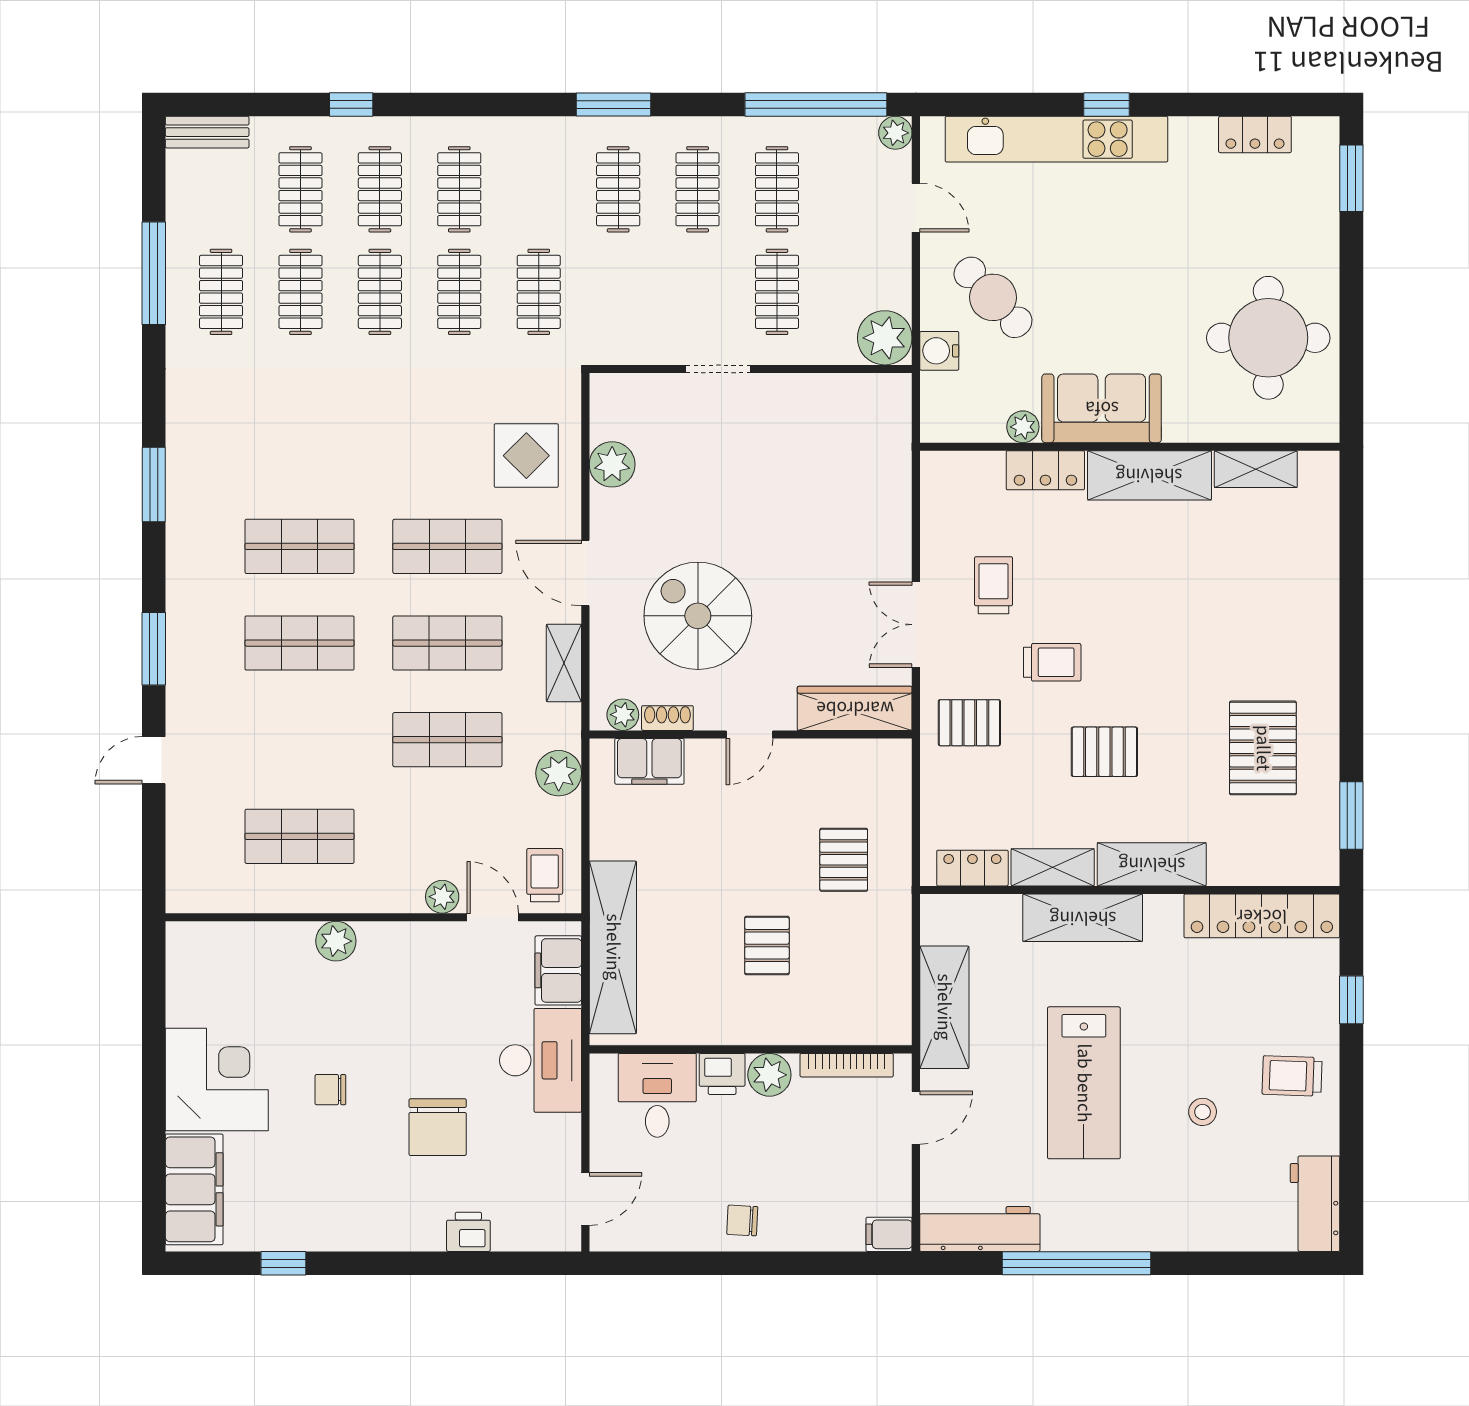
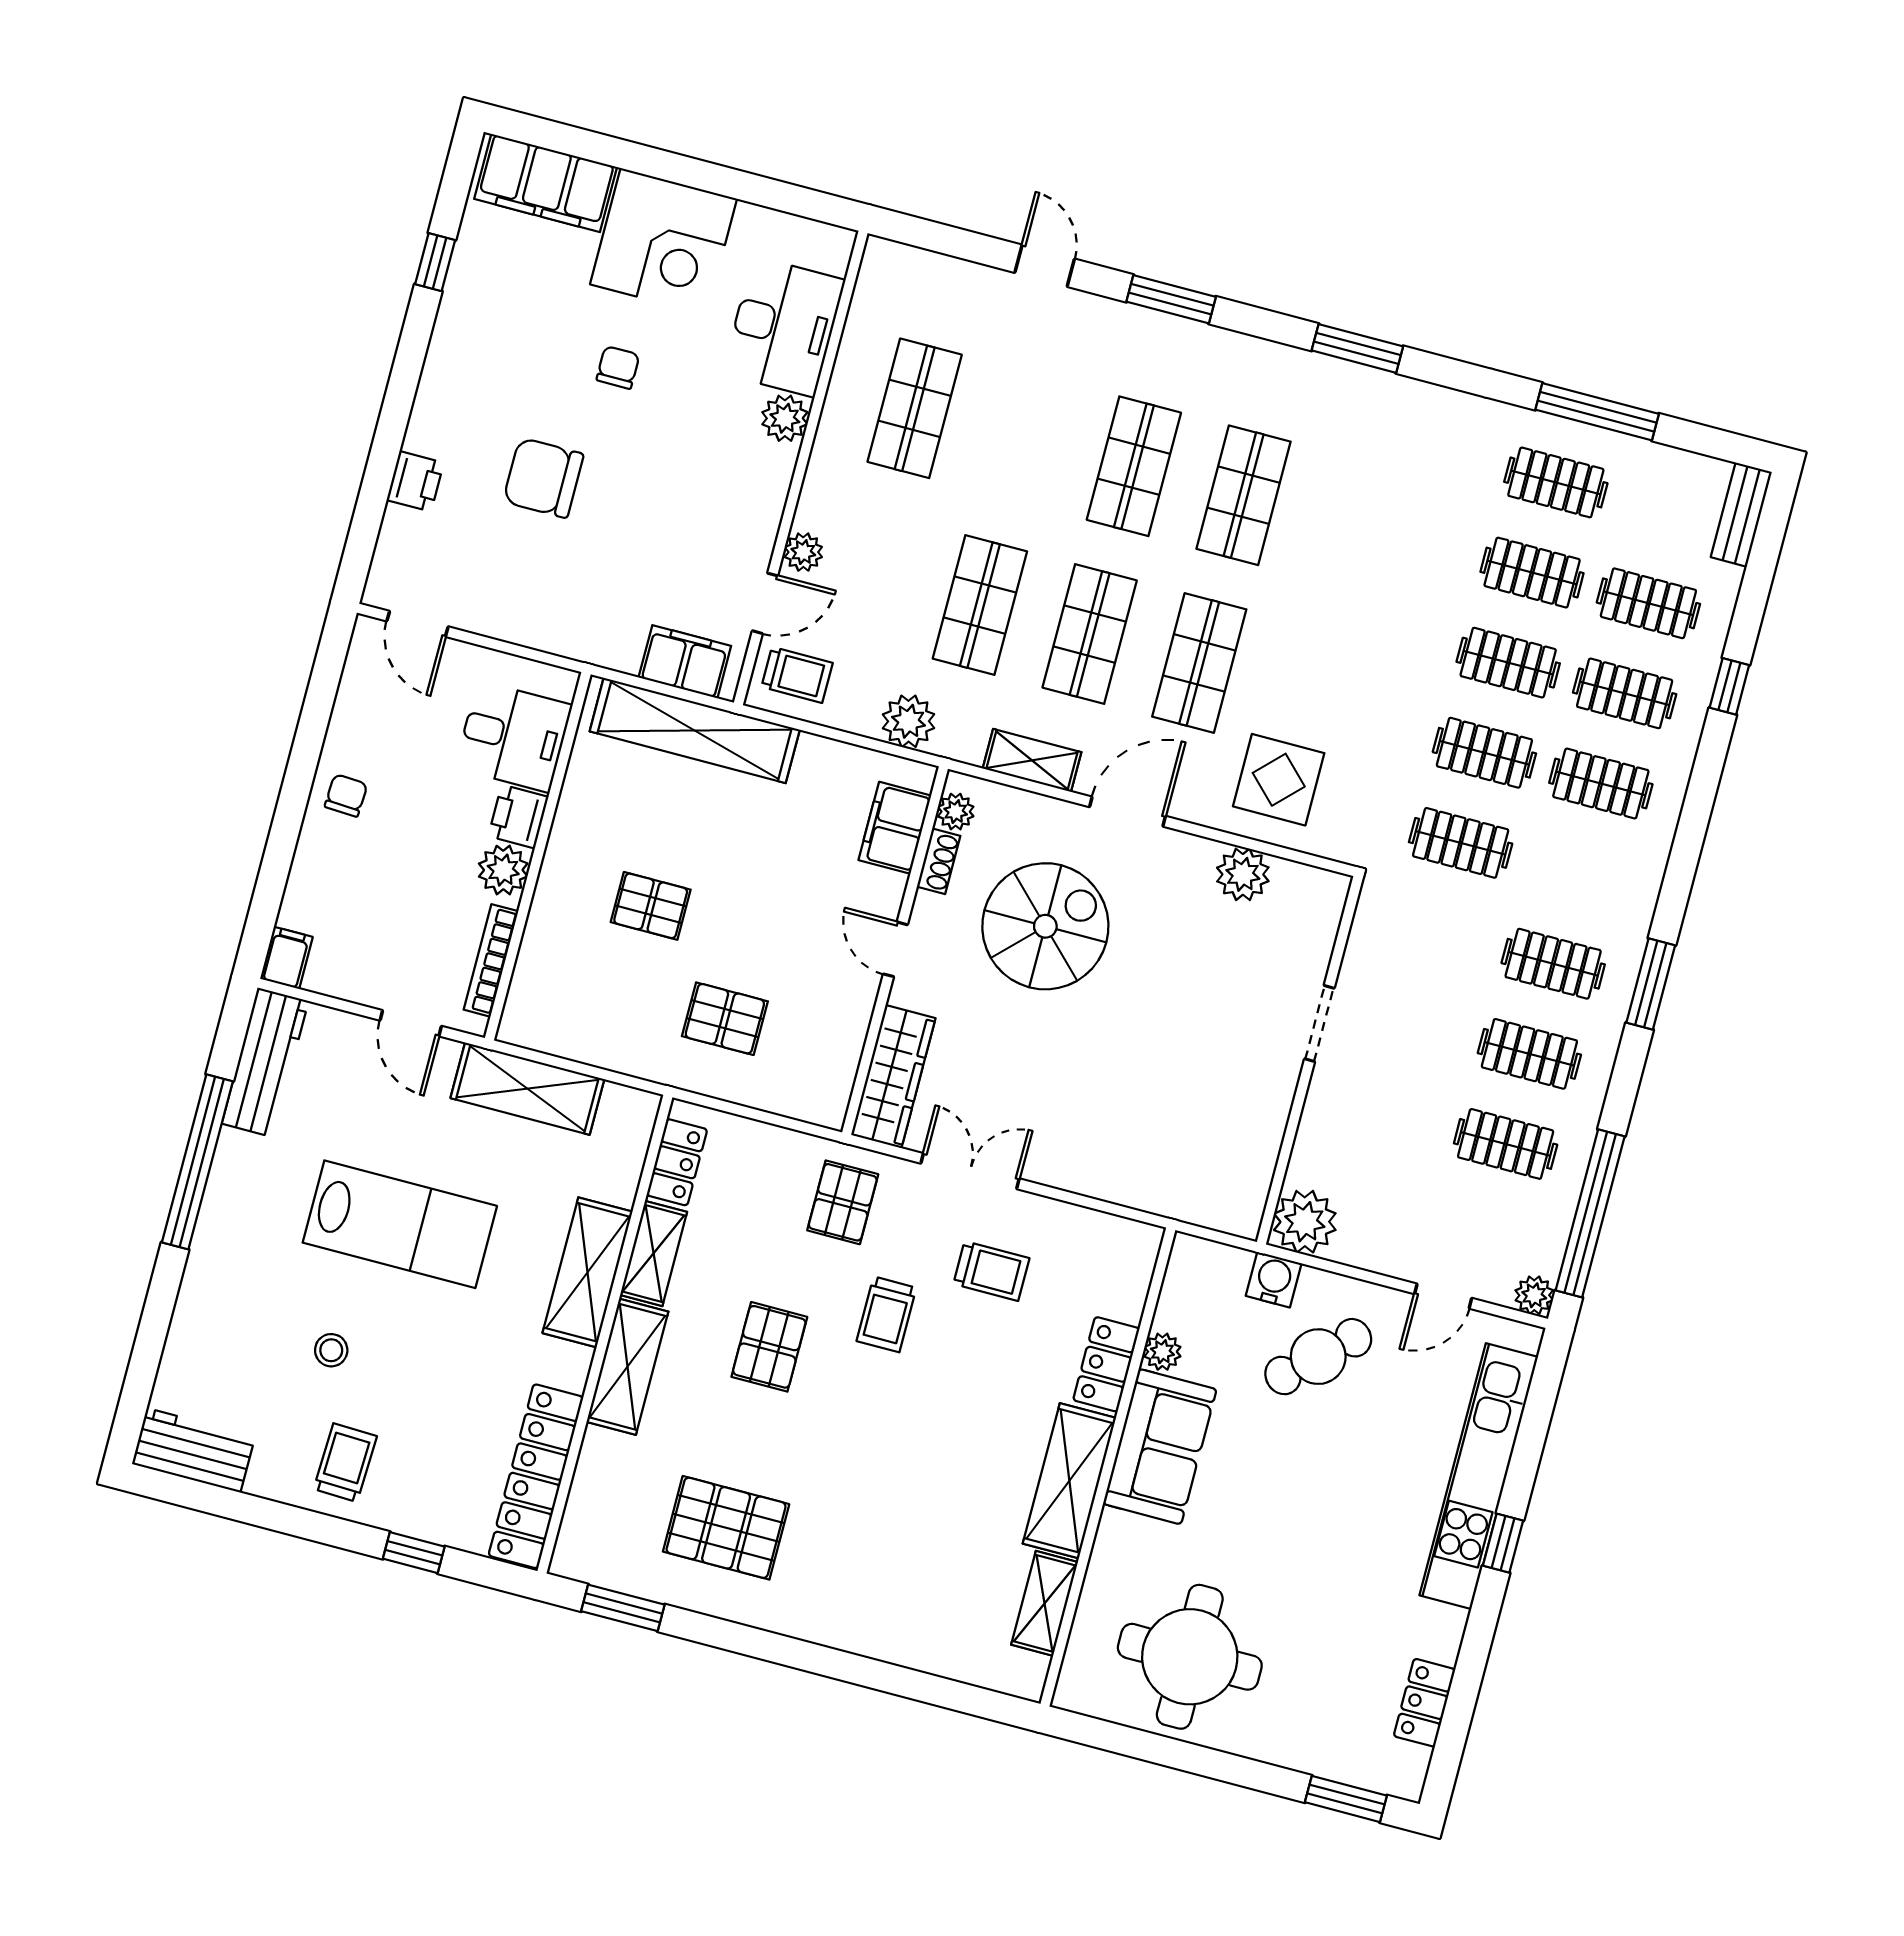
clothes rail: (777, 292) -> (1389, 1113), removed
desk: (541, 1060) -> (784, 327), moved, turned -90
lab bench: (1084, 1083) -> (400, 1224), turned 180

